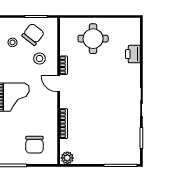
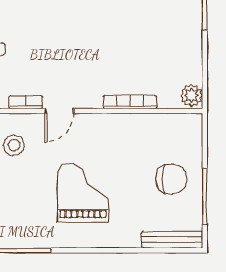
chair: (34, 145) -> (171, 179), moved

